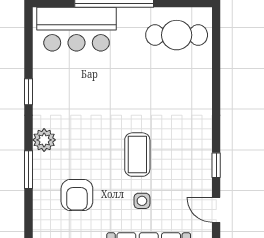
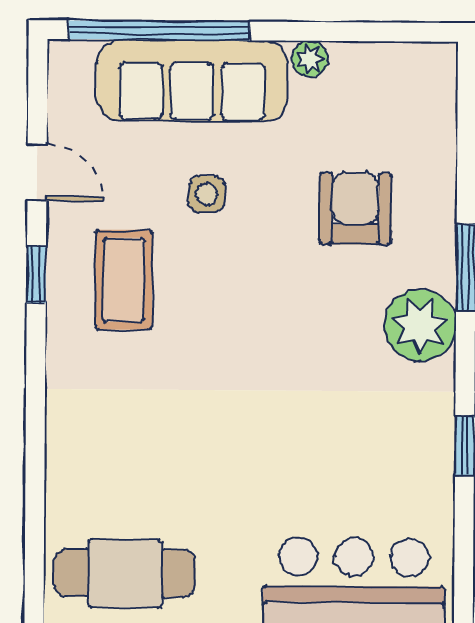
plant: (44, 140) -> (420, 325), width x1.36, depth x1.36
coffee table: (137, 155) -> (124, 280), moved

